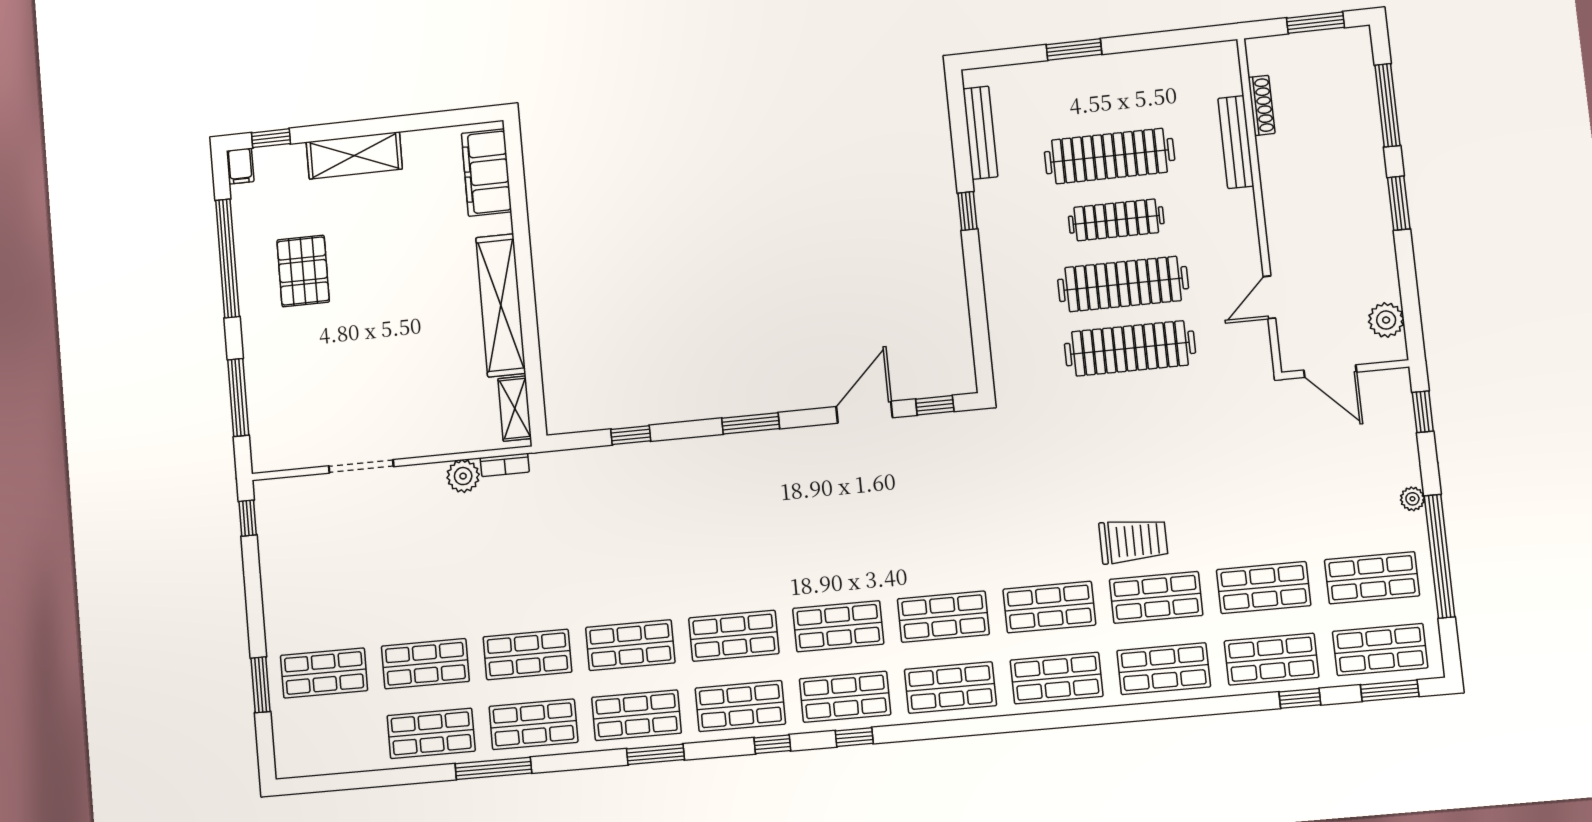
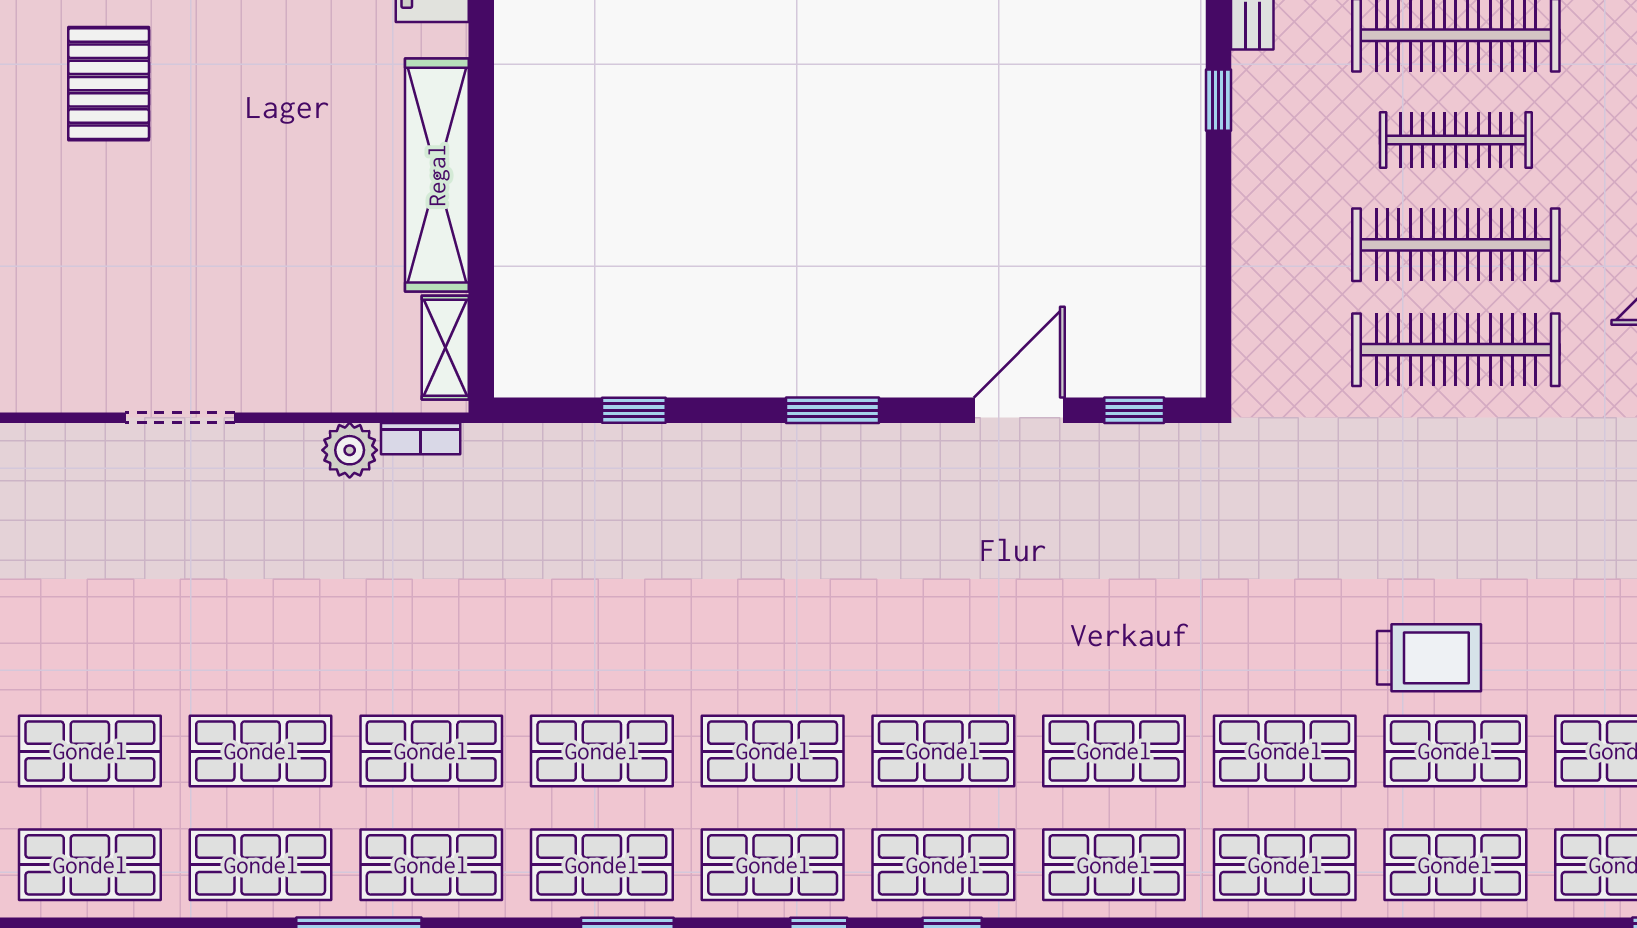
shop shelf: (330, 742) -> (90, 865), added

